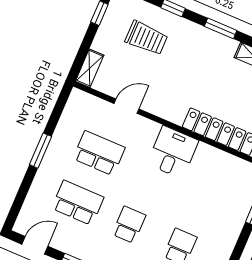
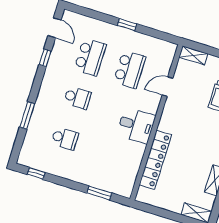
door: (127, 106) -> (167, 87), swing flipped
window: (41, 151) -> (127, 25), width x0.67

